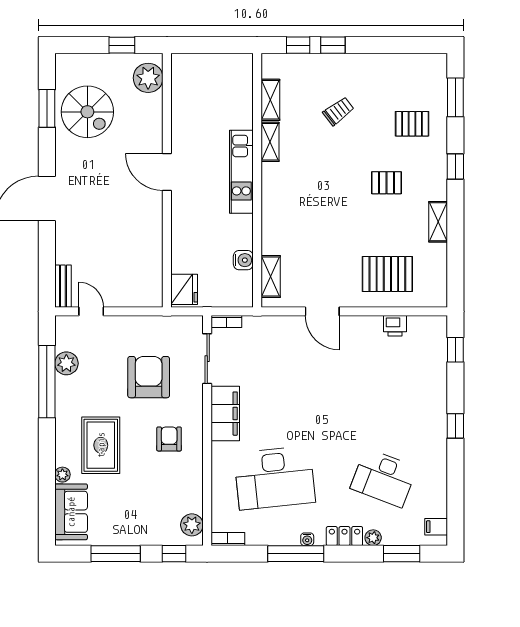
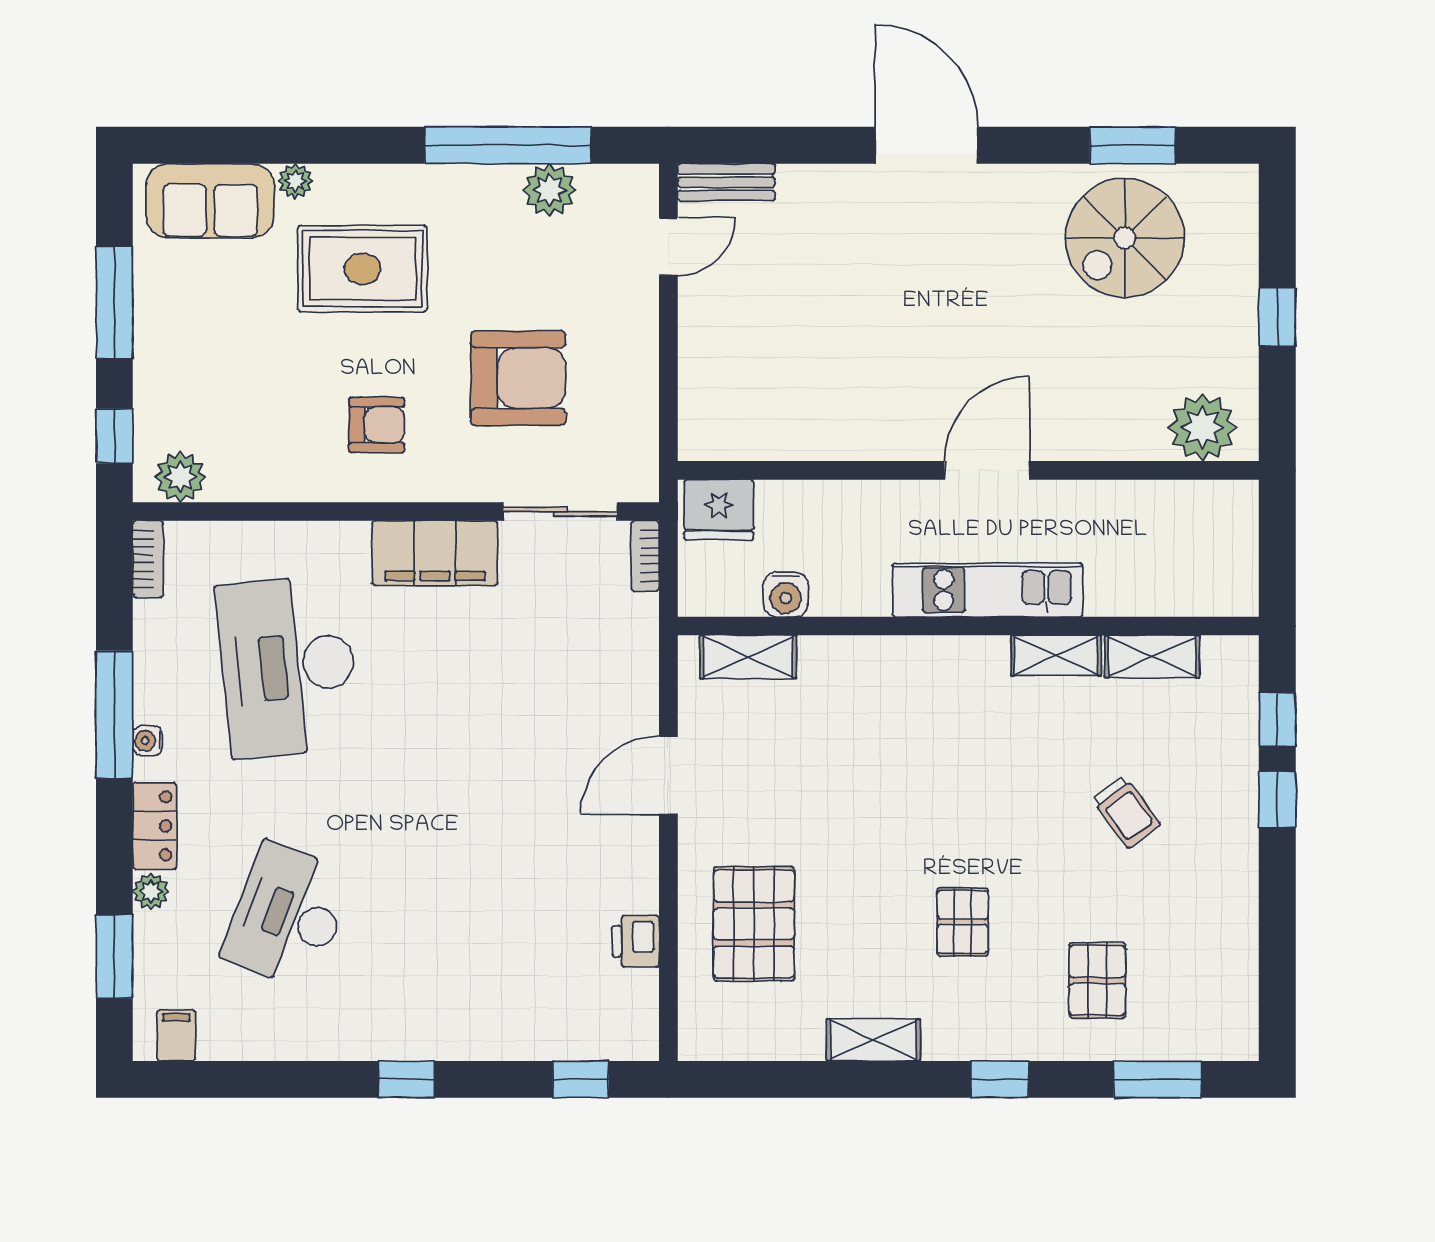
plant: (148, 78) -> (1202, 427), moved
door: (167, 172) -> (987, 470), moved
wall: (167, 180) -> (968, 470), moved
fridge: (184, 289) -> (719, 510), moved

